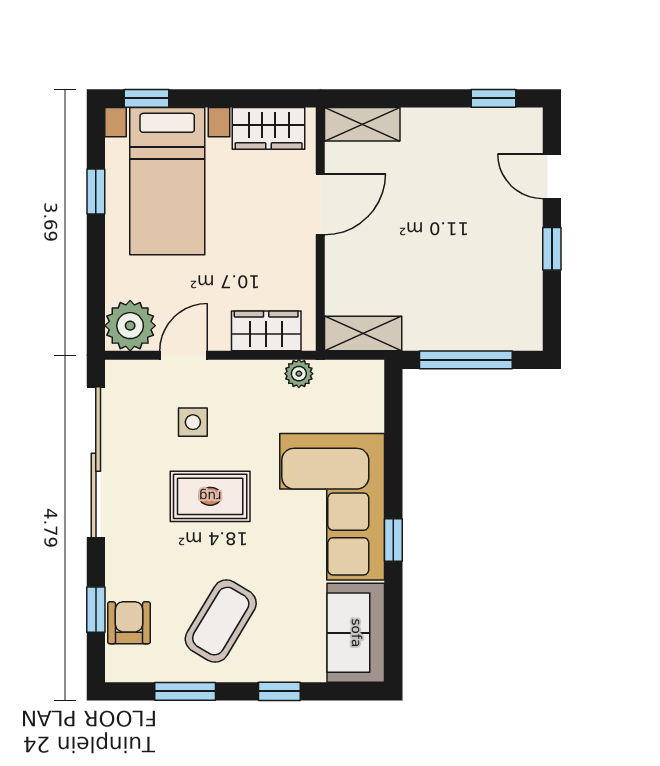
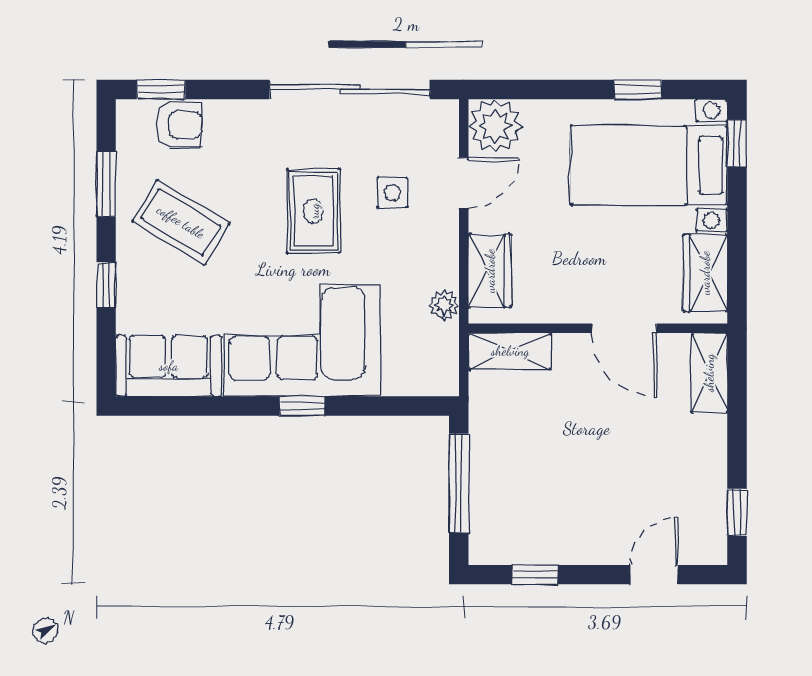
window: (552, 249) -> (535, 575), moved
shelving: (363, 334) -> (510, 351), moved, turned 90
door: (184, 355) -> (464, 183), hinge flipped
window: (393, 540) -> (302, 406), moved
window: (96, 610) -> (161, 89), moved

